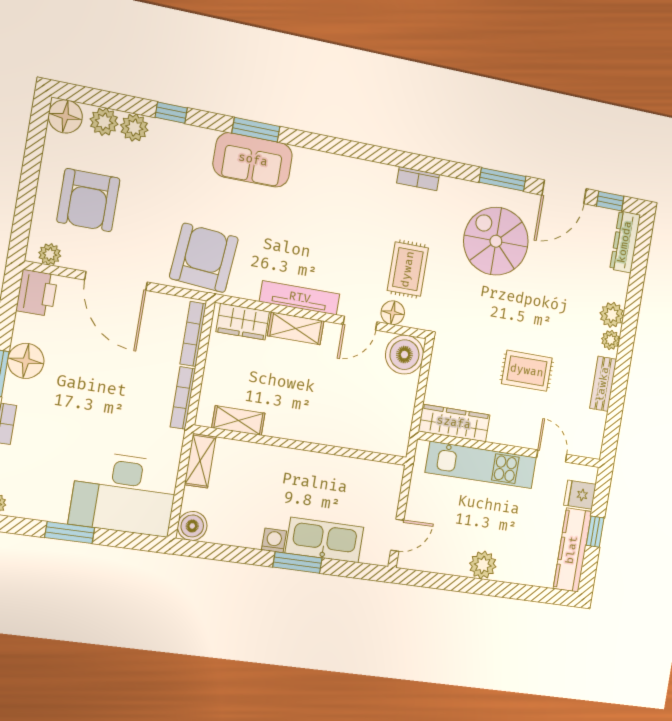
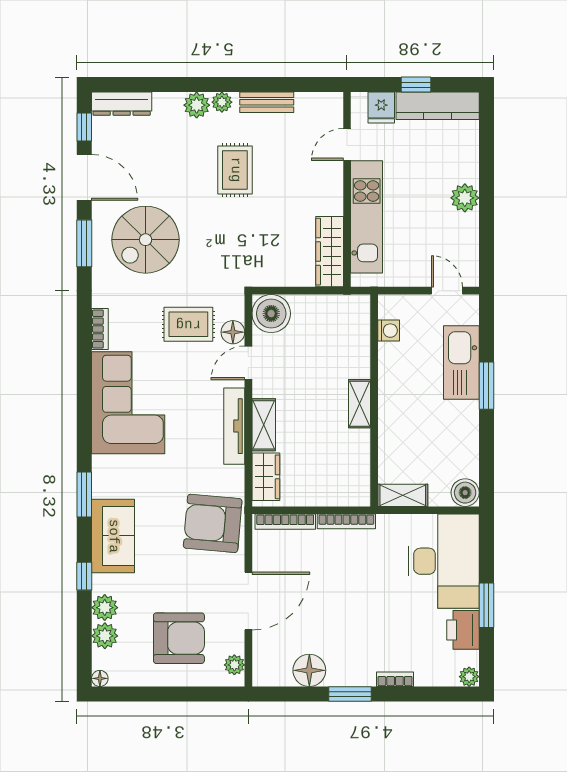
floor lamp: (65, 116) -> (100, 678), width x0.53, depth x0.53
sofa: (253, 160) -> (113, 536), moved
corner sofa: (341, 193) -> (128, 403), added
printer: (37, 293) -> (463, 630), moved, turned -90
door: (360, 323) -> (248, 363), swing flipped
floor lamp: (26, 361) -> (309, 670), moved
rug: (527, 371) -> (235, 170), moved
shelving: (238, 421) -> (360, 404), moved
washing machine: (274, 540) -> (389, 331), moved, turned 180

